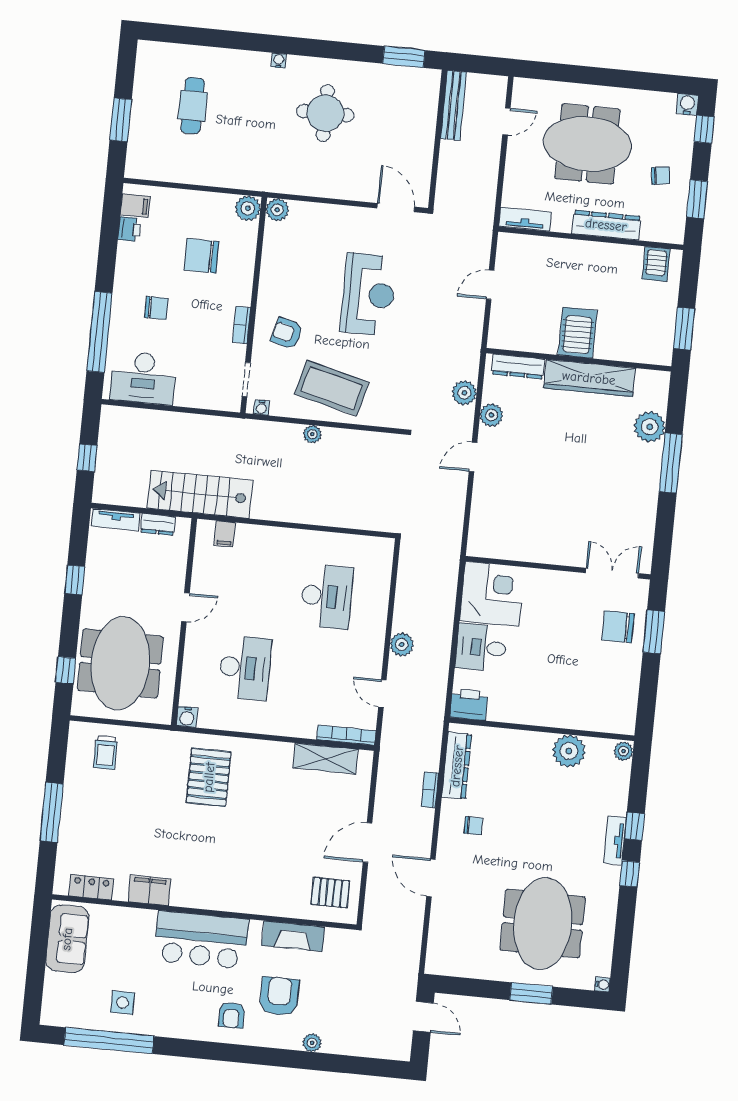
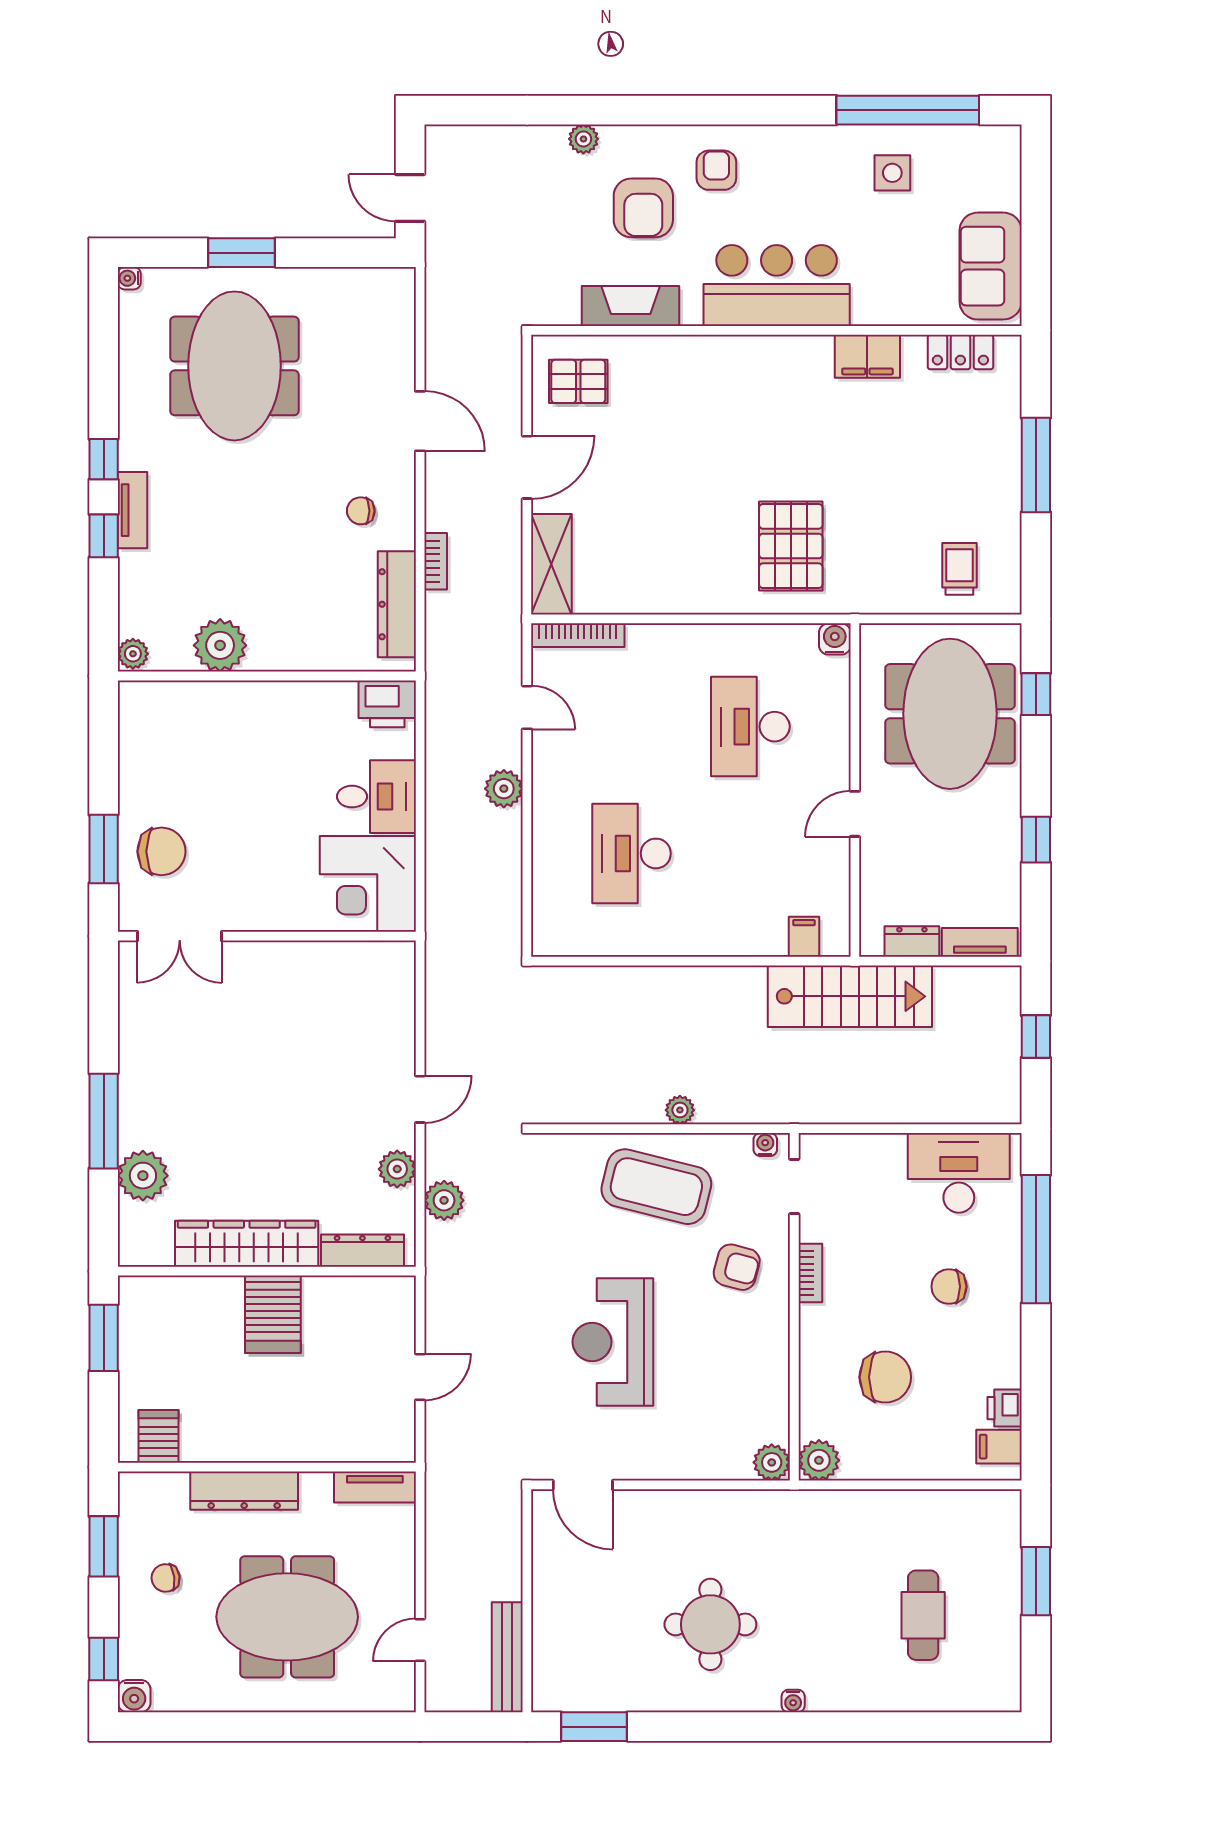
shelving: (325, 759) -> (551, 564), moved, turned 90

